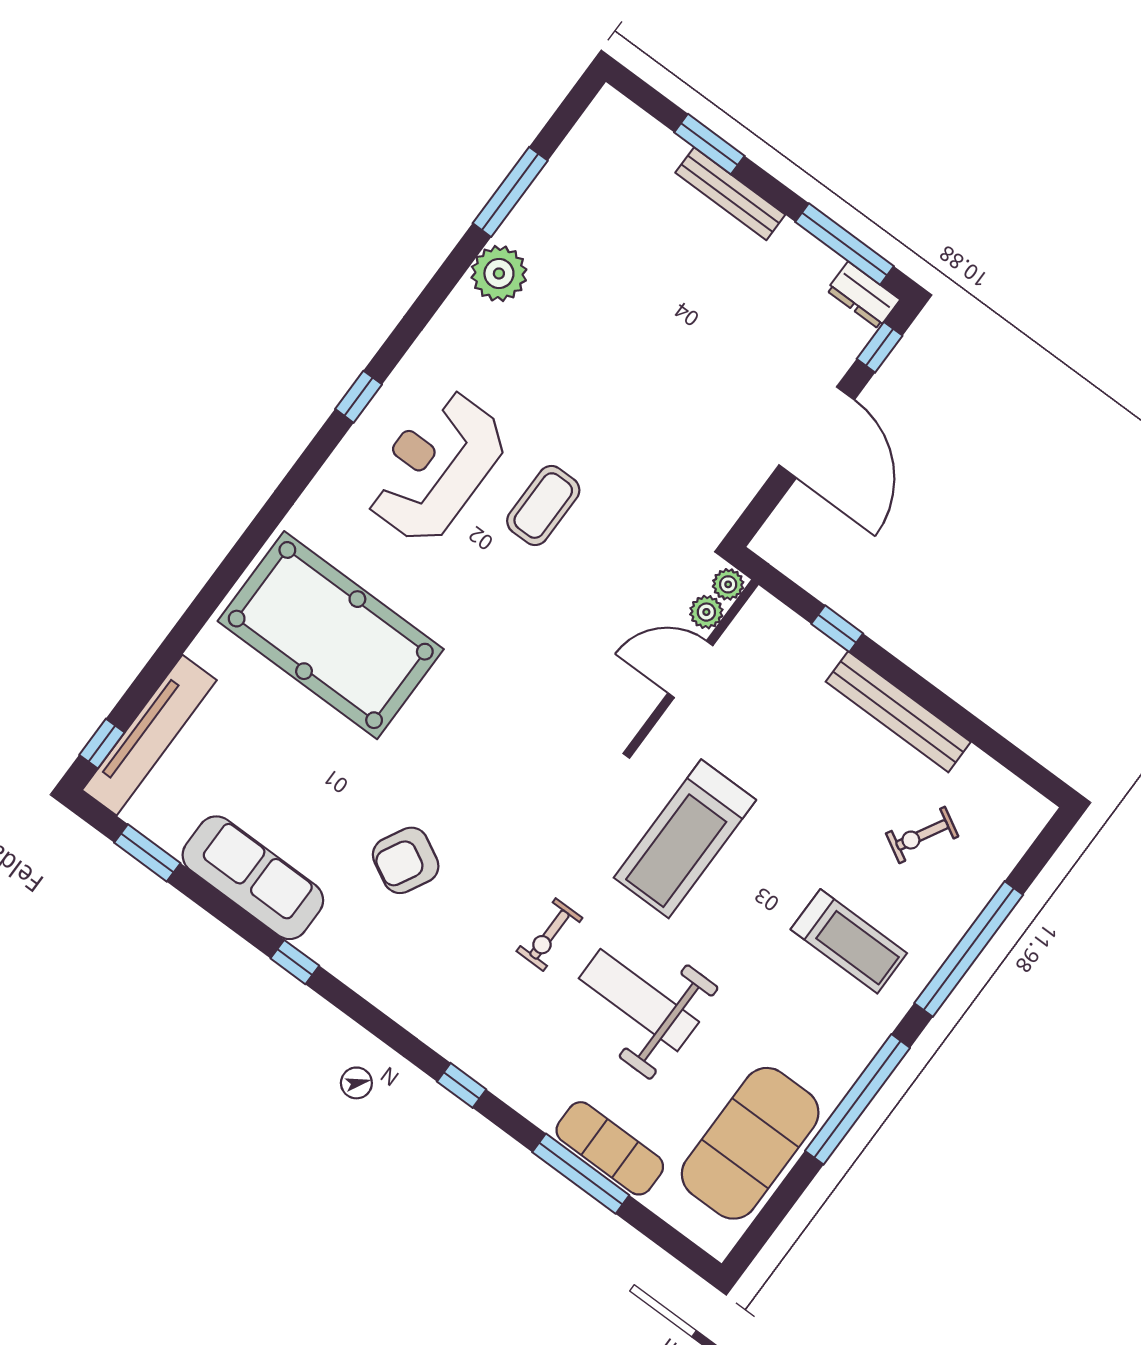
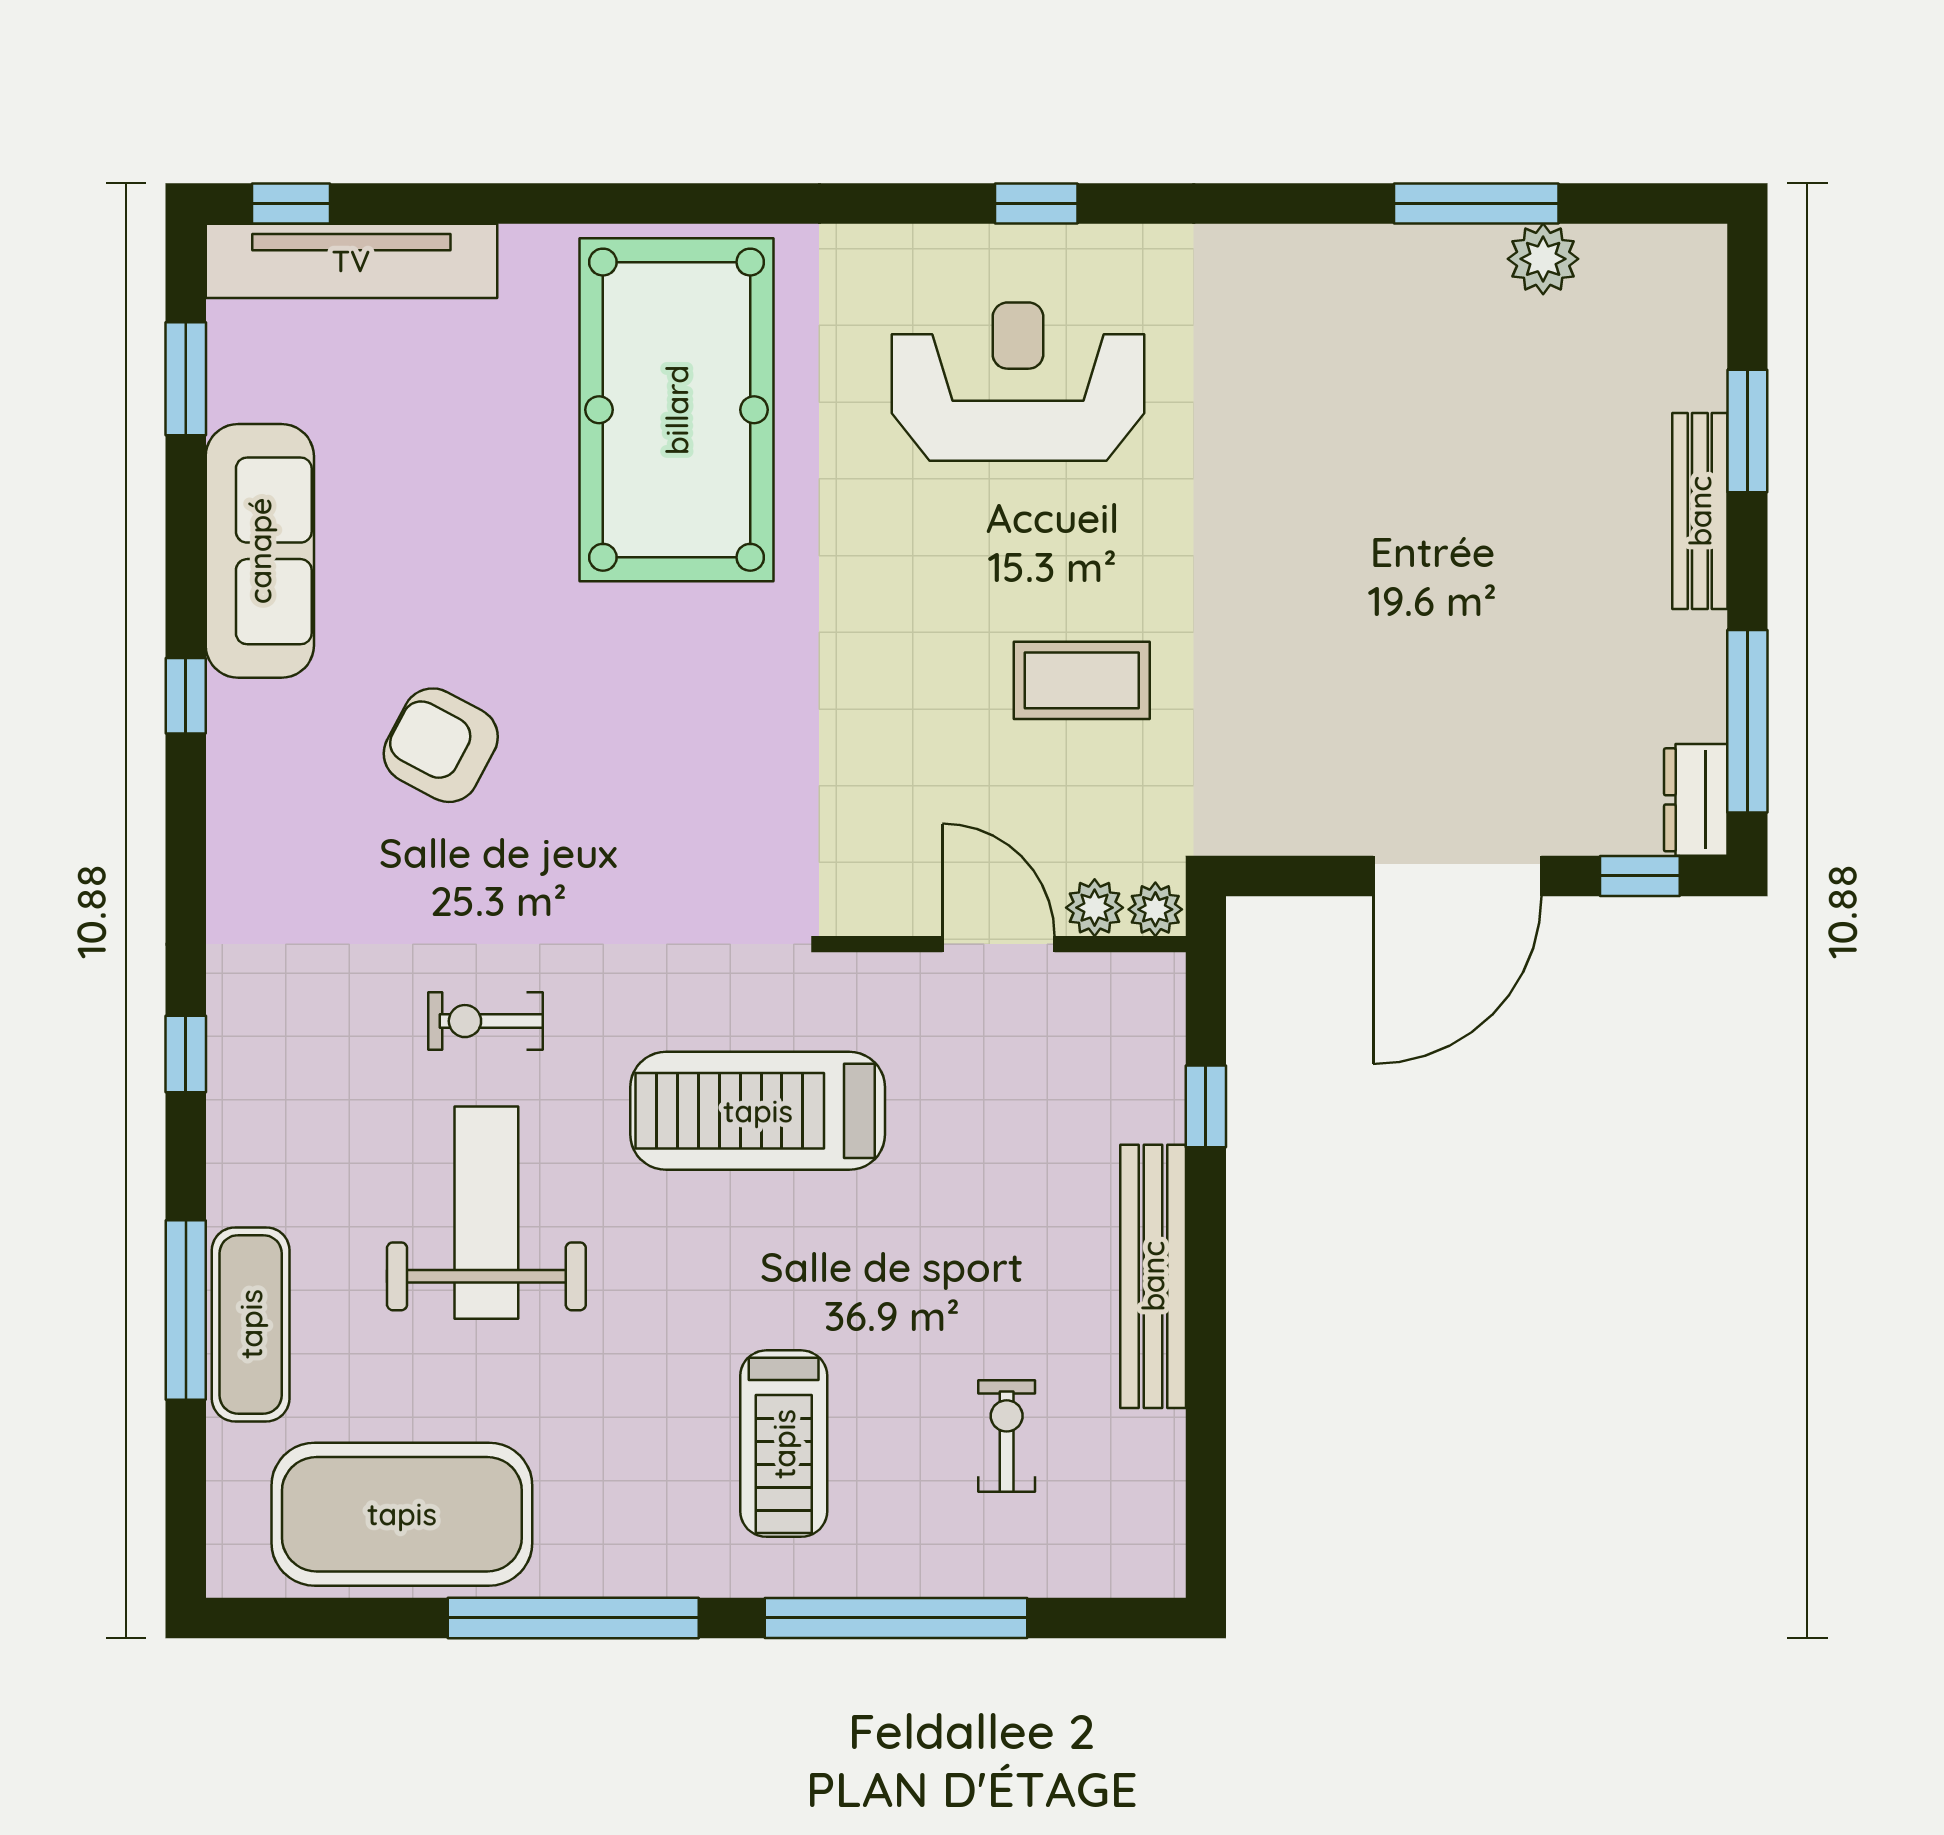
plant: (499, 273) -> (1543, 259), moved, width x0.73, depth x0.73
coffee table: (543, 506) -> (1082, 680), moved
exercise bike: (922, 835) -> (1007, 1436), turned 61

